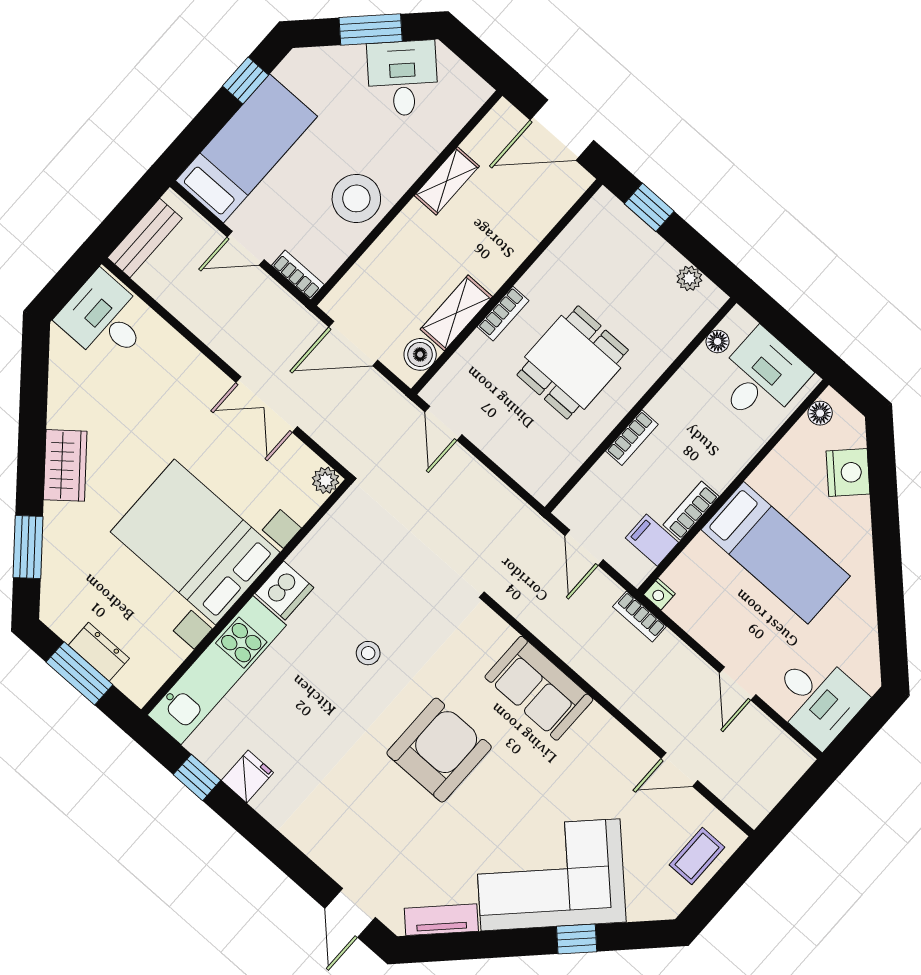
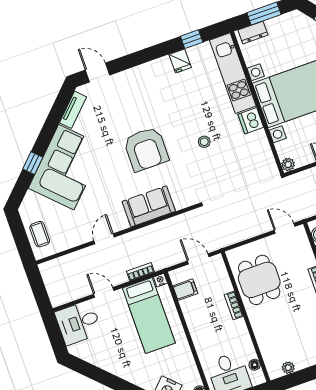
dining table: (573, 362) -> (259, 280), moved
bookcase: (691, 511) -> (189, 313), removed
bed: (776, 553) -> (149, 315), moved, turned -90
bookcase: (639, 616) -> (140, 272), moved
dresser: (99, 652) -> (253, 33), moved
door: (679, 770) -> (104, 239), moved

